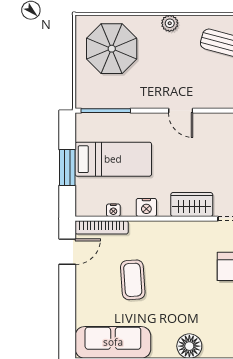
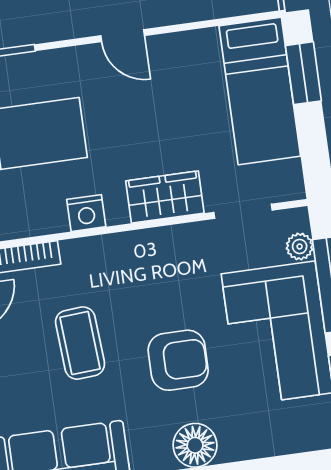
nightstand: (113, 210) -> (29, 226), removed
armchair: (186, 297) -> (178, 360), added

